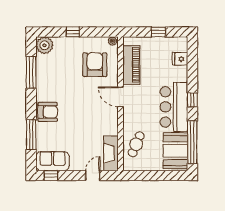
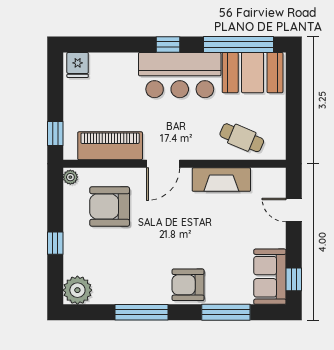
window: (158, 32) -> (55, 133), moved
fridge: (180, 59) -> (78, 65), moved
window: (31, 73) -> (141, 312), moved
armchair: (48, 112) -> (188, 285), turned -90
fireplace: (111, 153) -> (221, 180), moved

